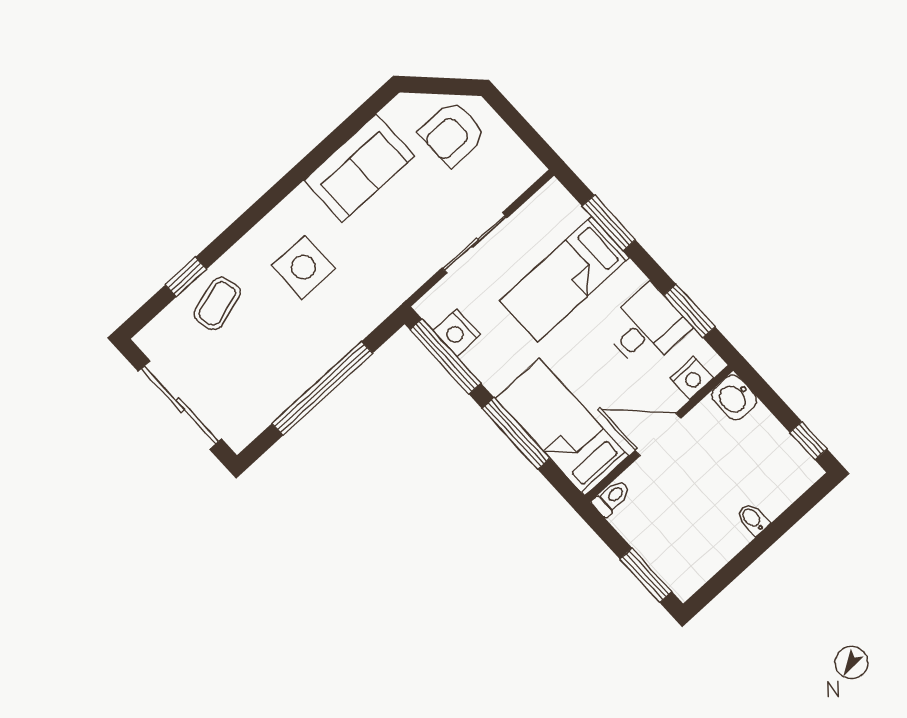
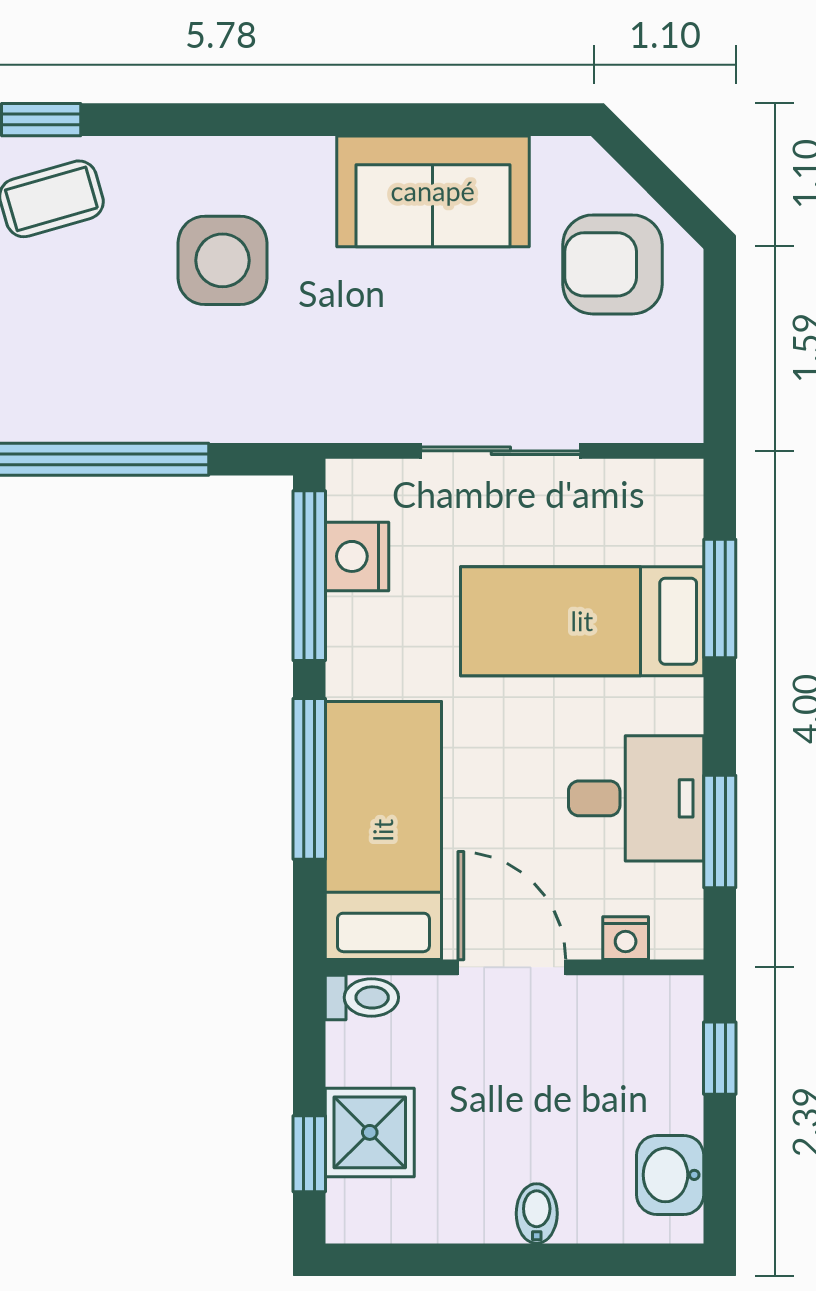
nightstand: (692, 378) -> (626, 938), width x0.72, depth x0.74
washbasin: (734, 397) -> (670, 1175), moved
window: (808, 441) -> (720, 1058), moved
shower: (661, 546) -> (370, 1132), added
window: (646, 575) -> (309, 1154), width x0.67

